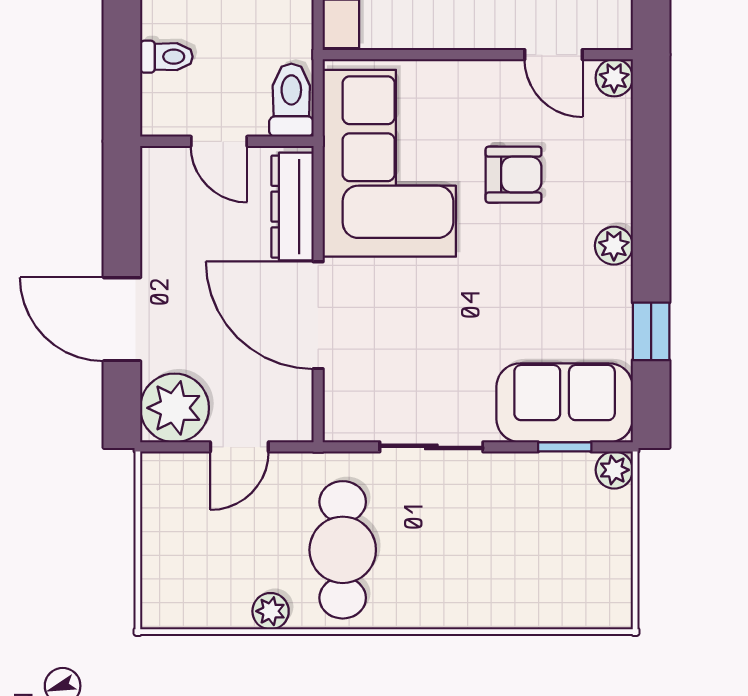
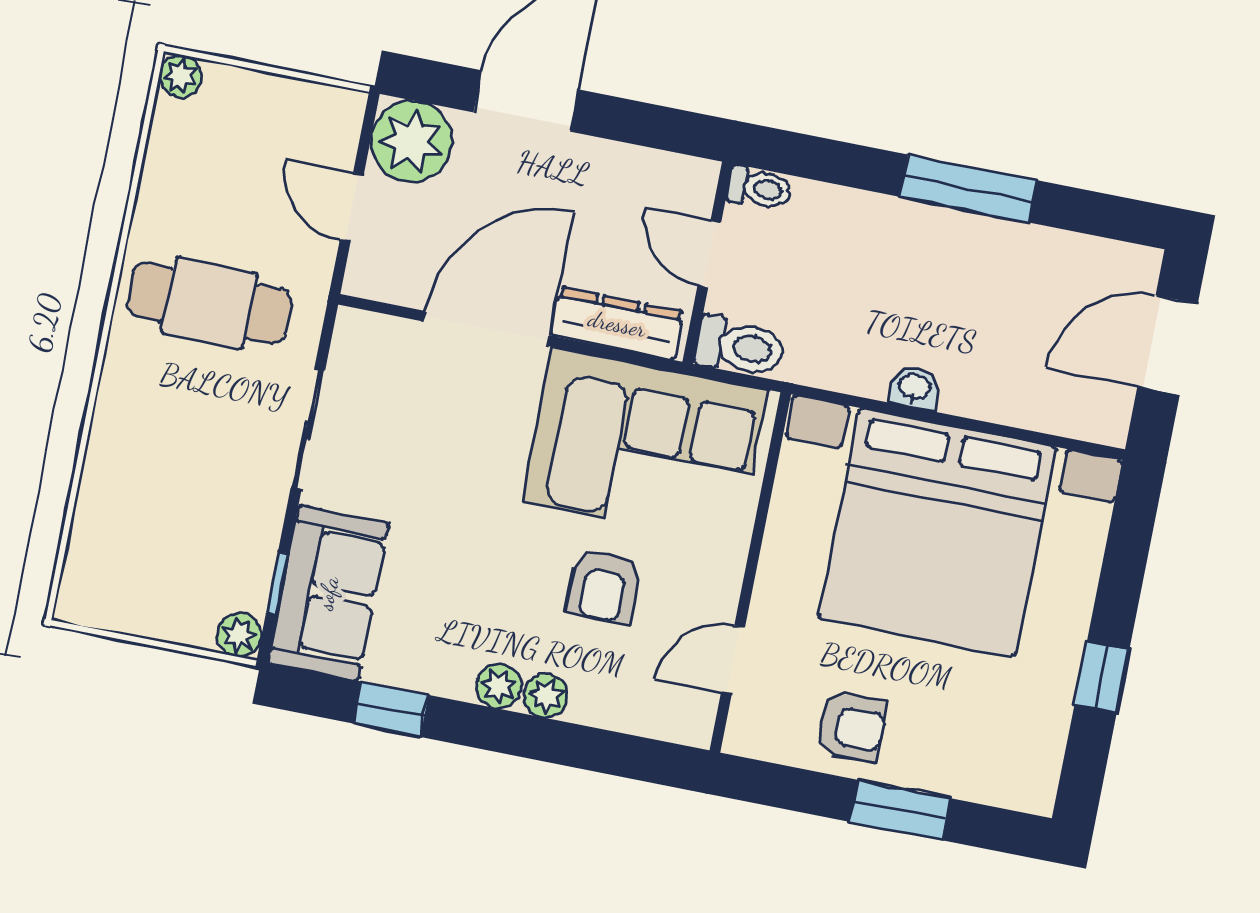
toilet: (166, 57) -> (759, 188), moved, turned -90
plant: (614, 78) -> (546, 696), moved
door: (219, 141) -> (709, 254), hinge flipped
plant: (271, 611) -> (181, 76), moved

